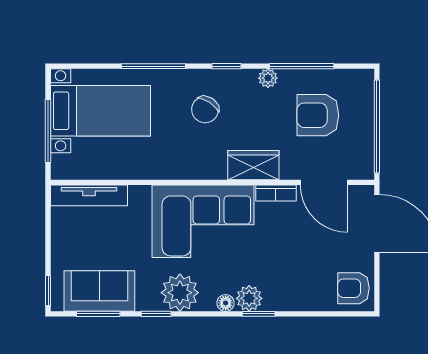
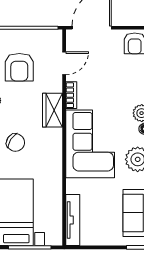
door: (324, 182) -> (64, 63), width x0.73

